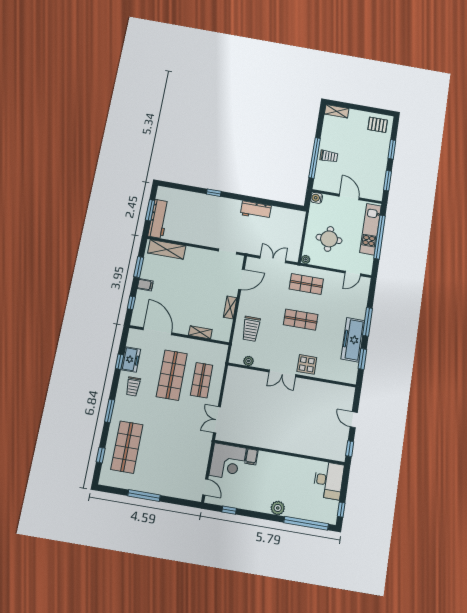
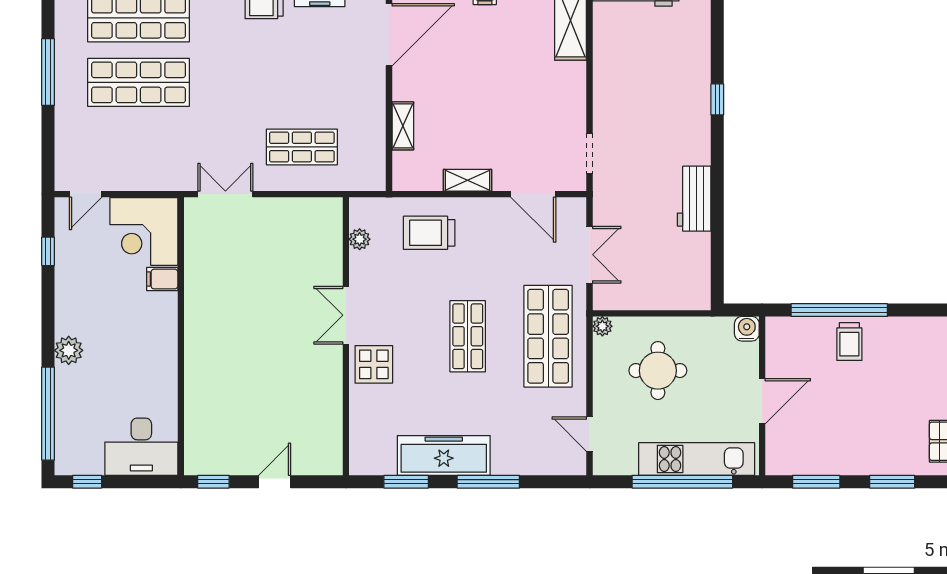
shop shelf: (306, 284) -> (548, 336), width x1.43, depth x1.36
shop shelf: (172, 375) -> (138, 82), moved

